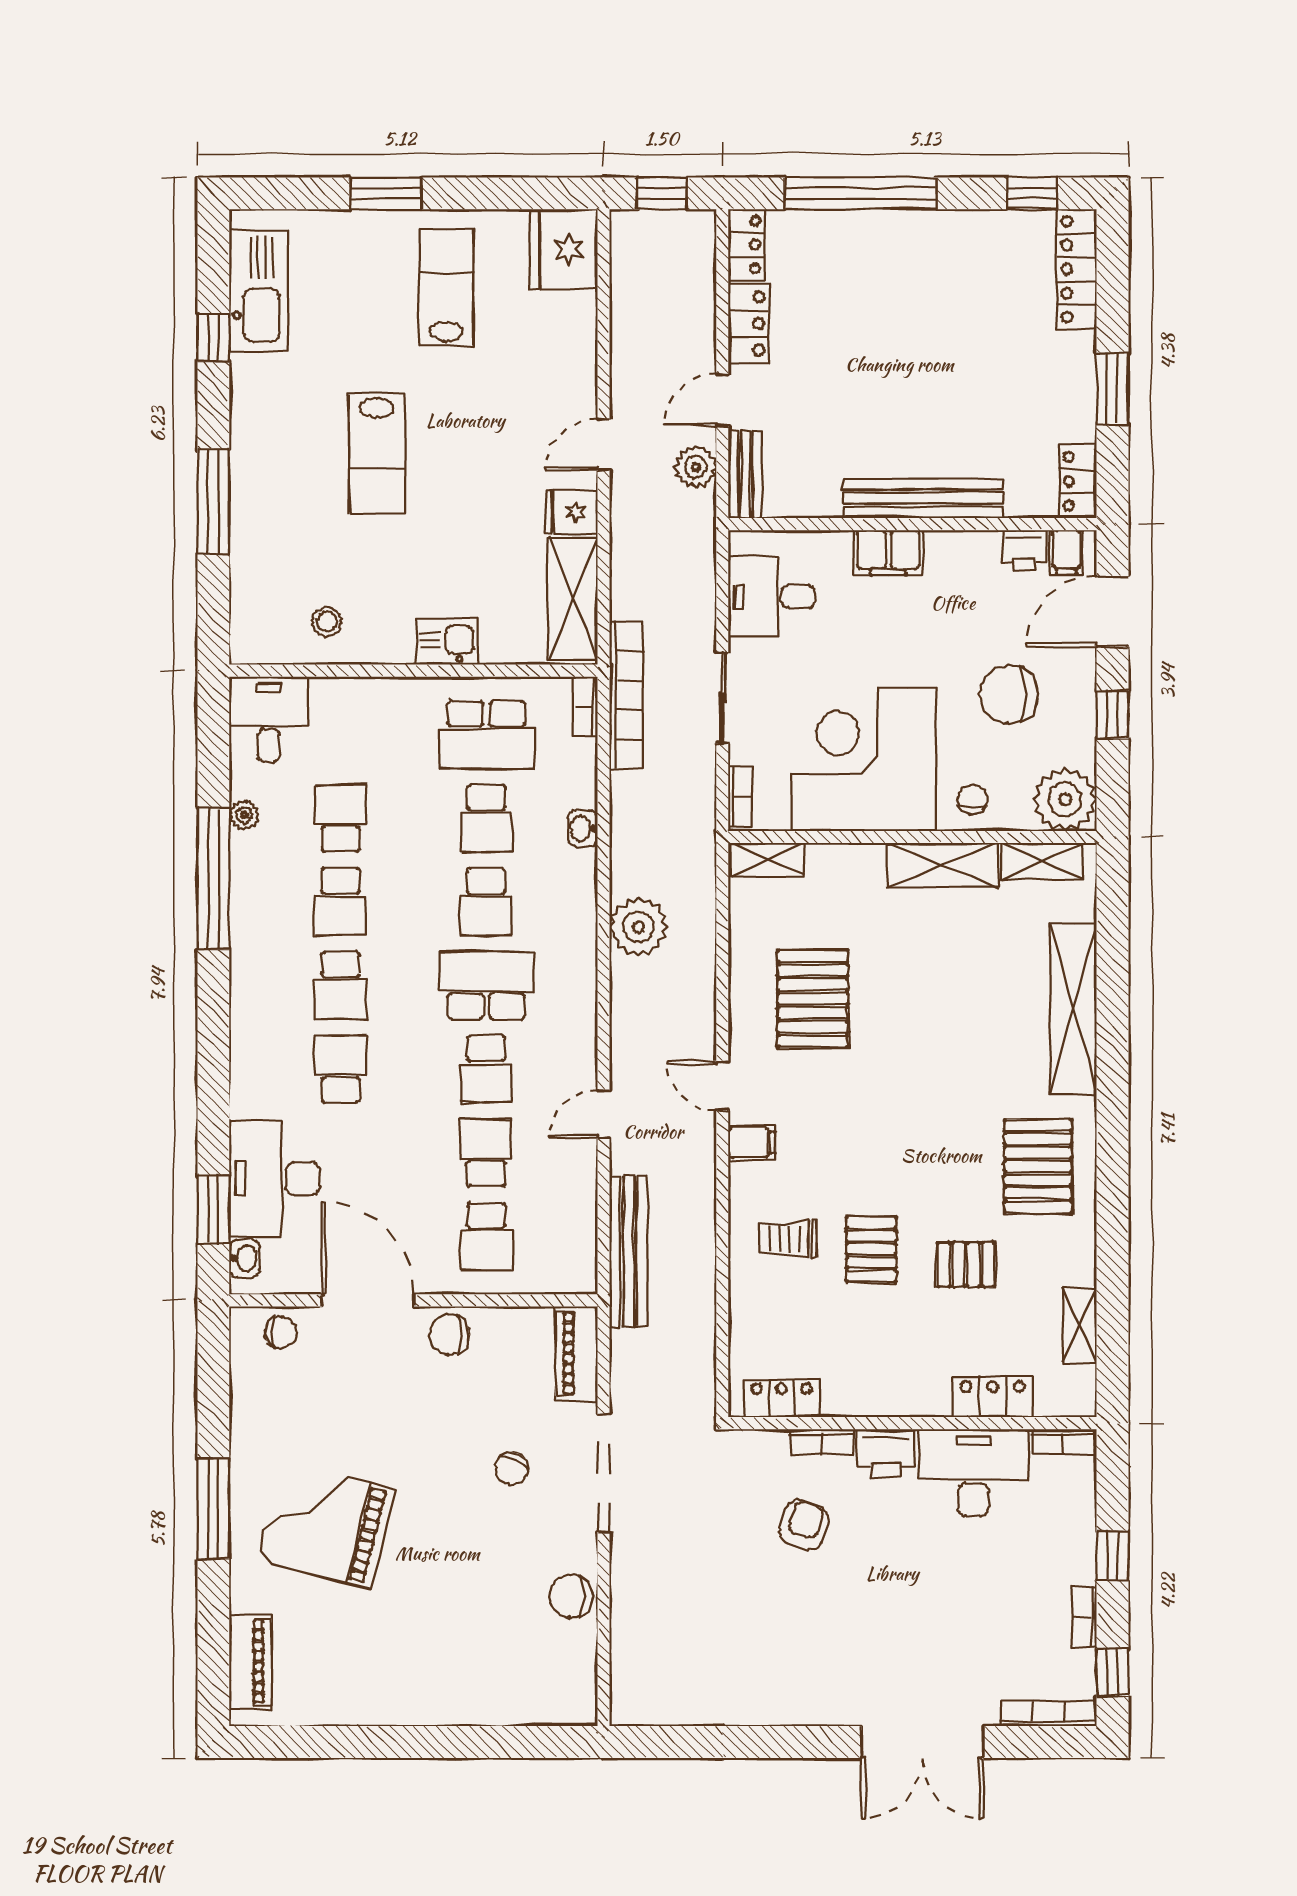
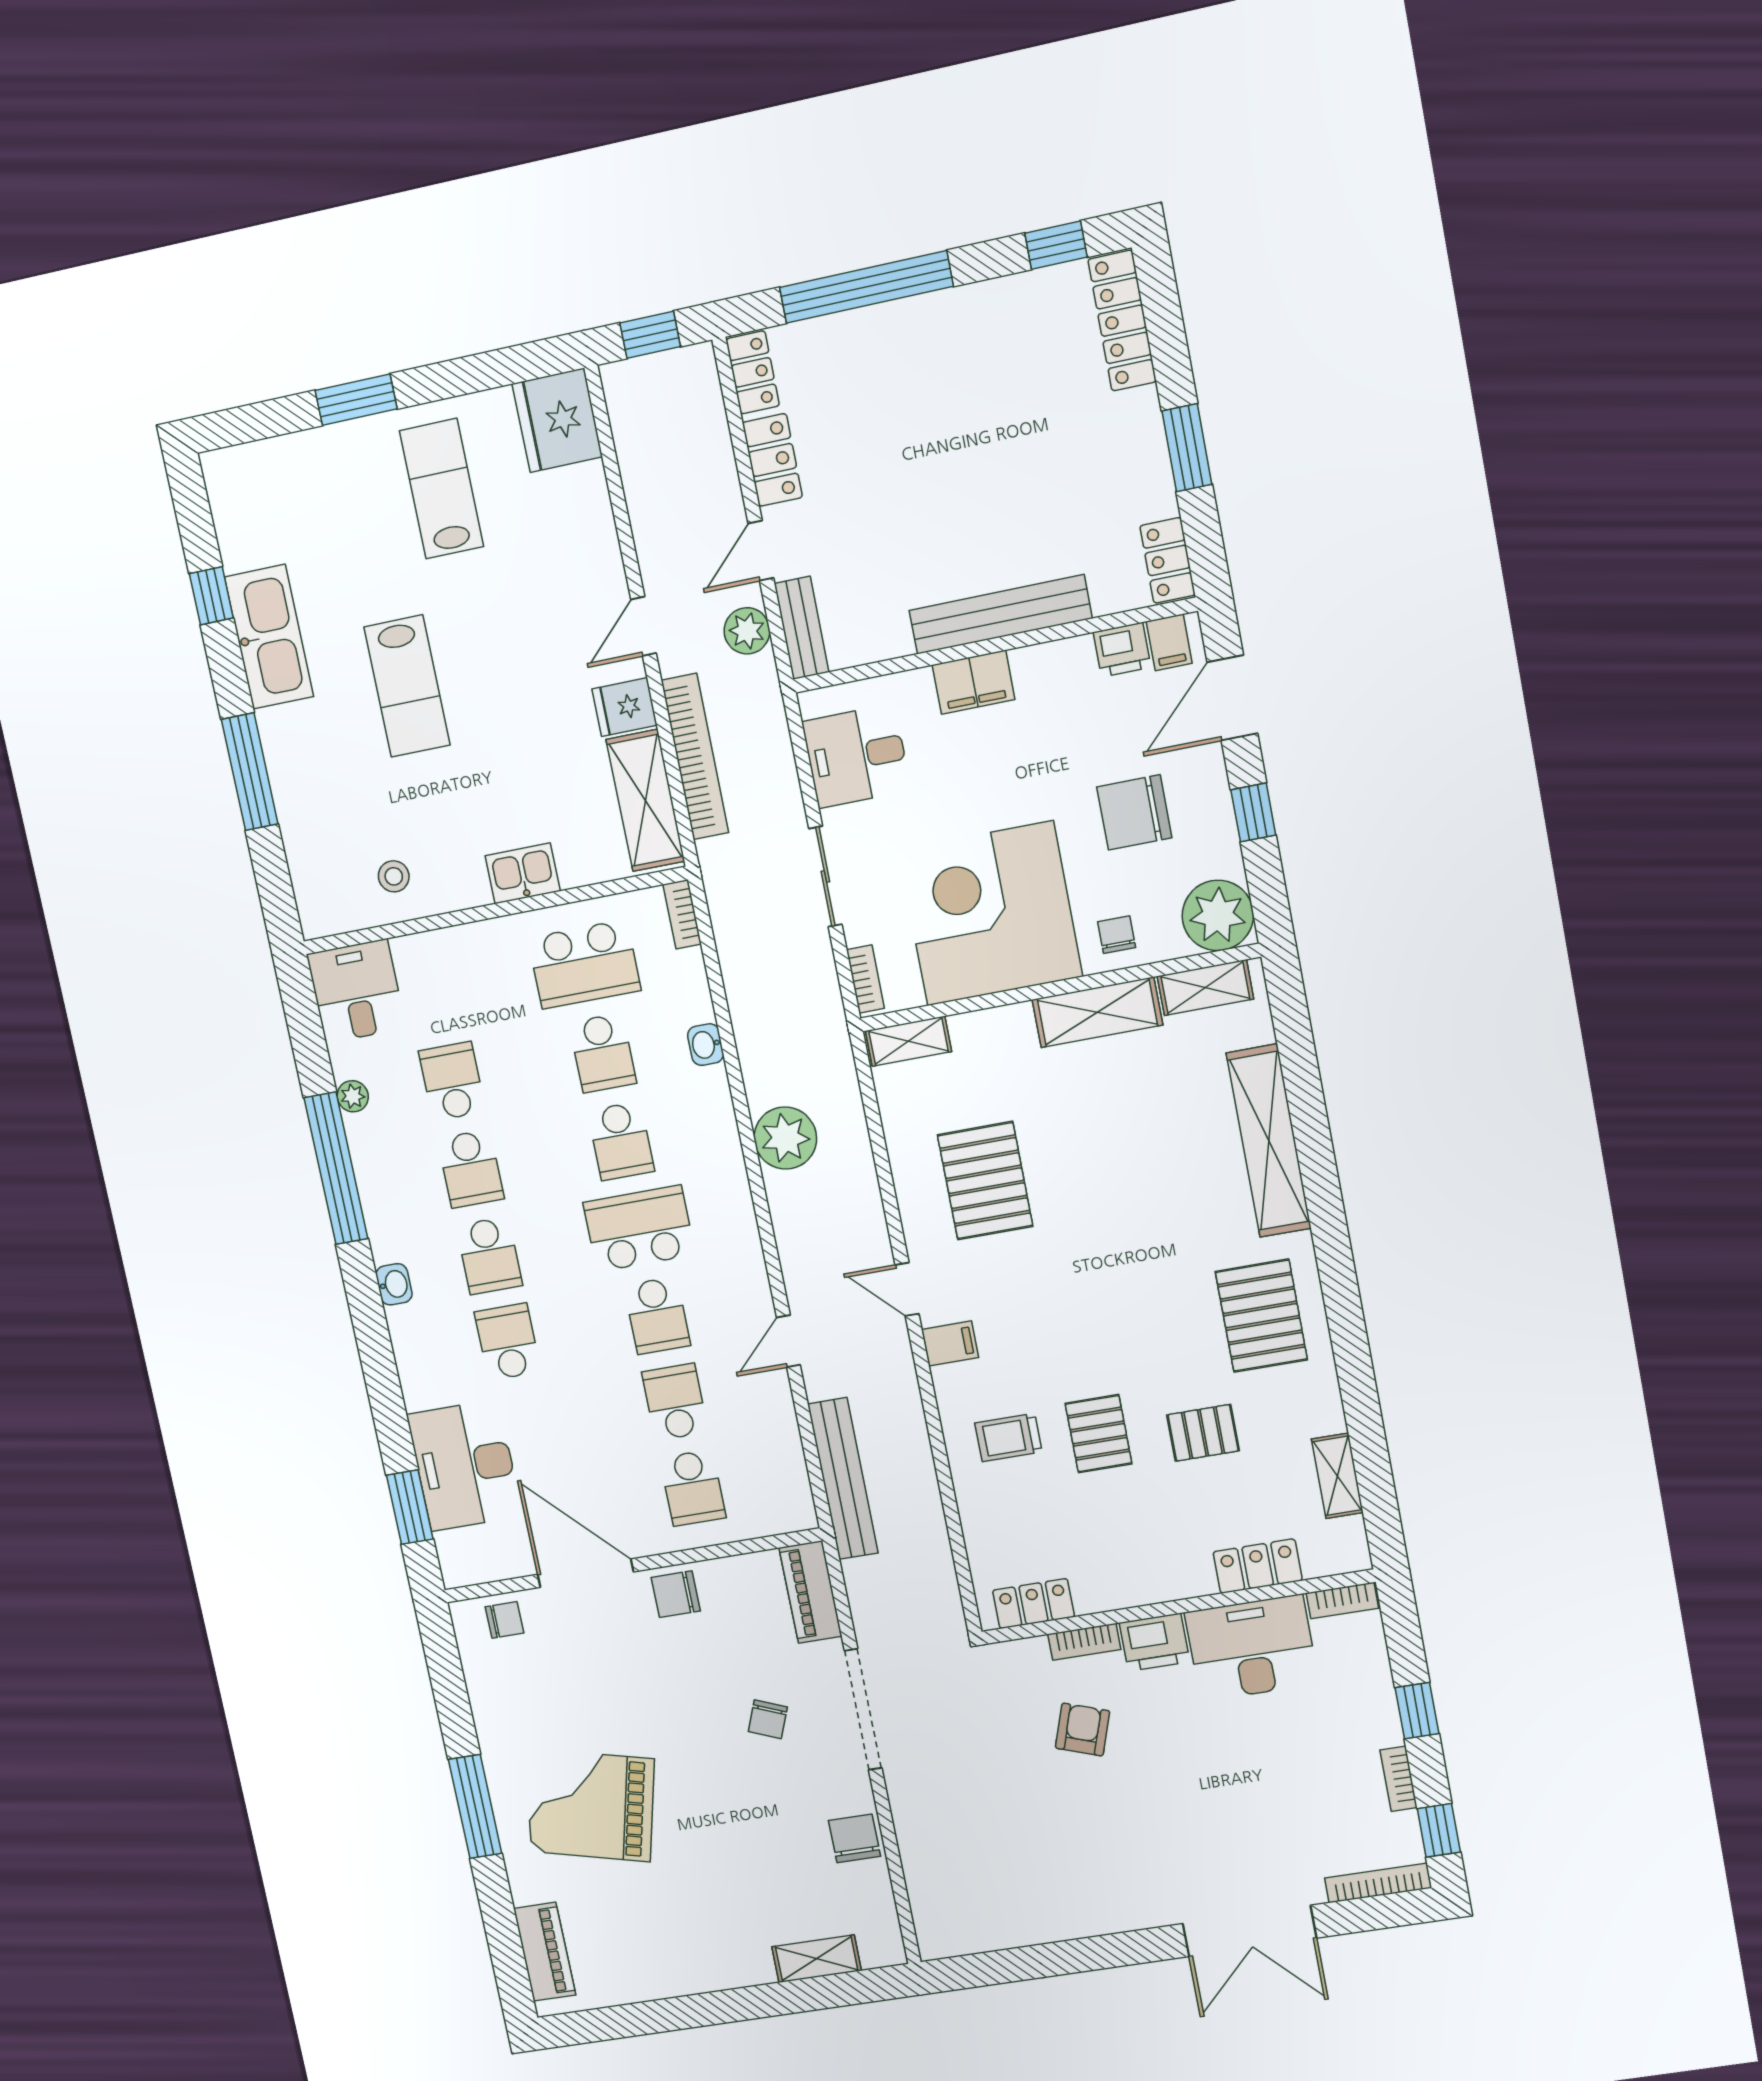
kitchen sink: (259, 291) -> (269, 637), moved
bookcase: (626, 695) -> (695, 757), moved
washbasin: (244, 1258) -> (394, 1284), moved
chair: (571, 1596) -> (855, 1838), turned 90
shelving: (511, 1708) -> (817, 1959), added

